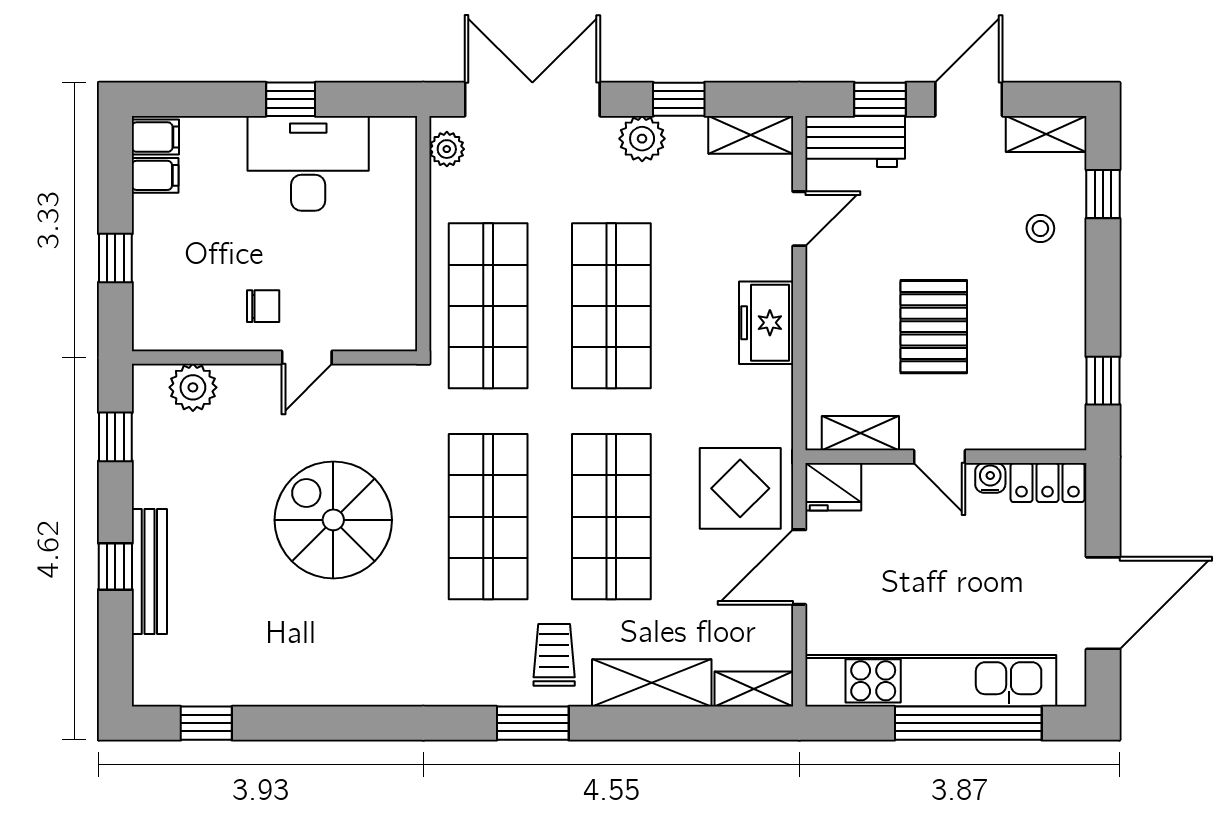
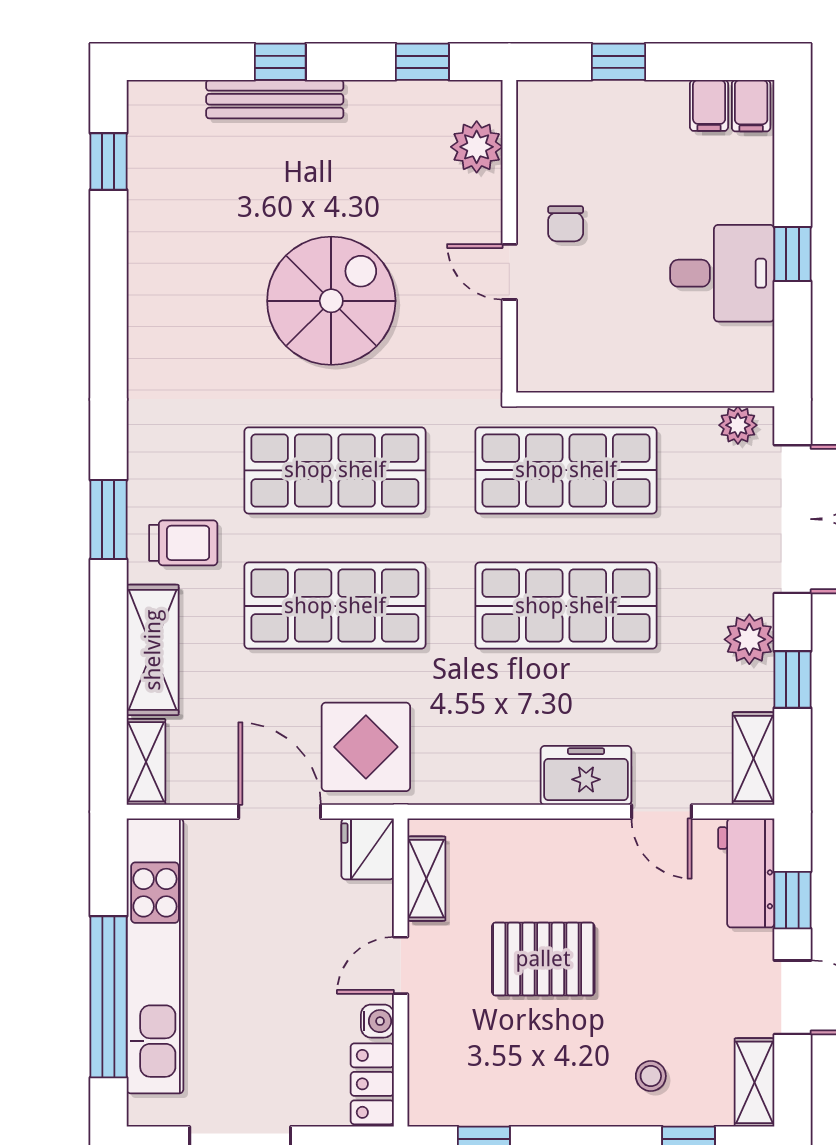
desk: (308, 163) -> (722, 273), width x0.73
freezer: (766, 323) -> (586, 775), moved

